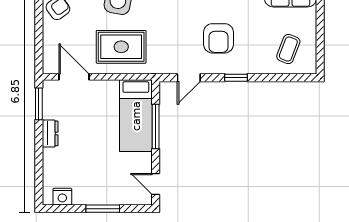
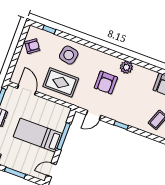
armchair: (219, 38) -> (106, 83), moved
bed: (136, 116) -> (38, 135), moved, turned 90
door: (156, 184) -> (51, 170), hinge flipped

